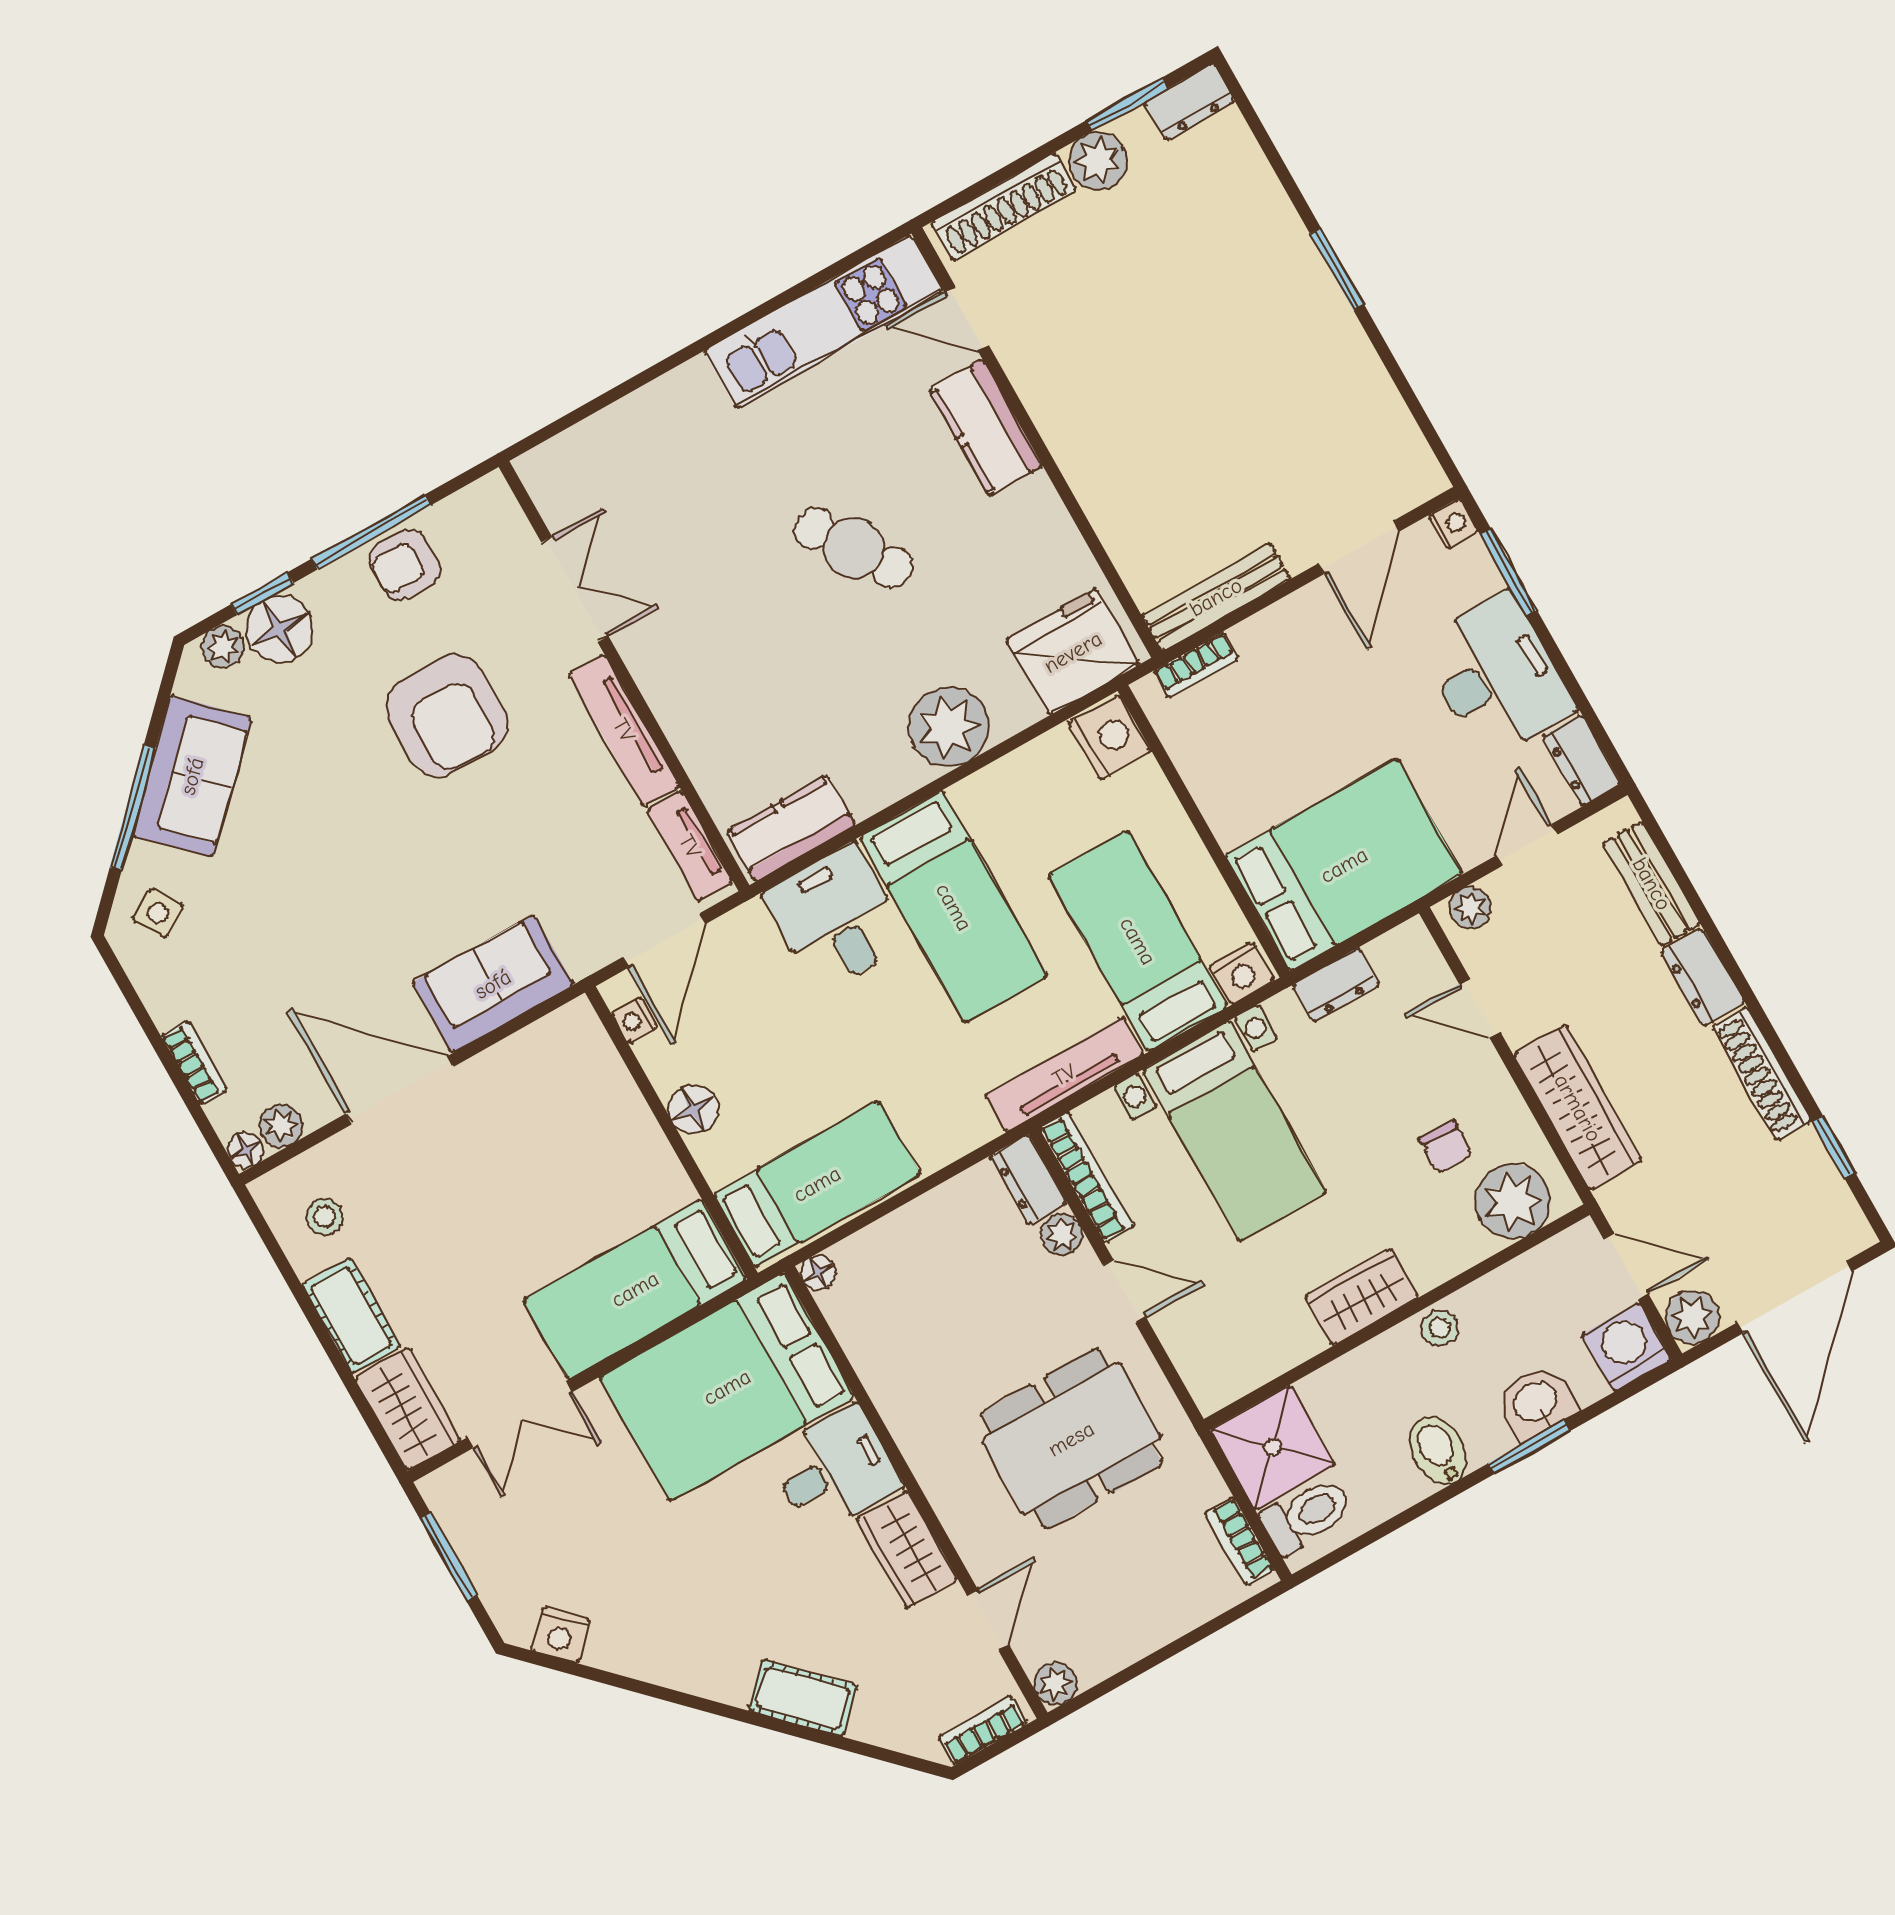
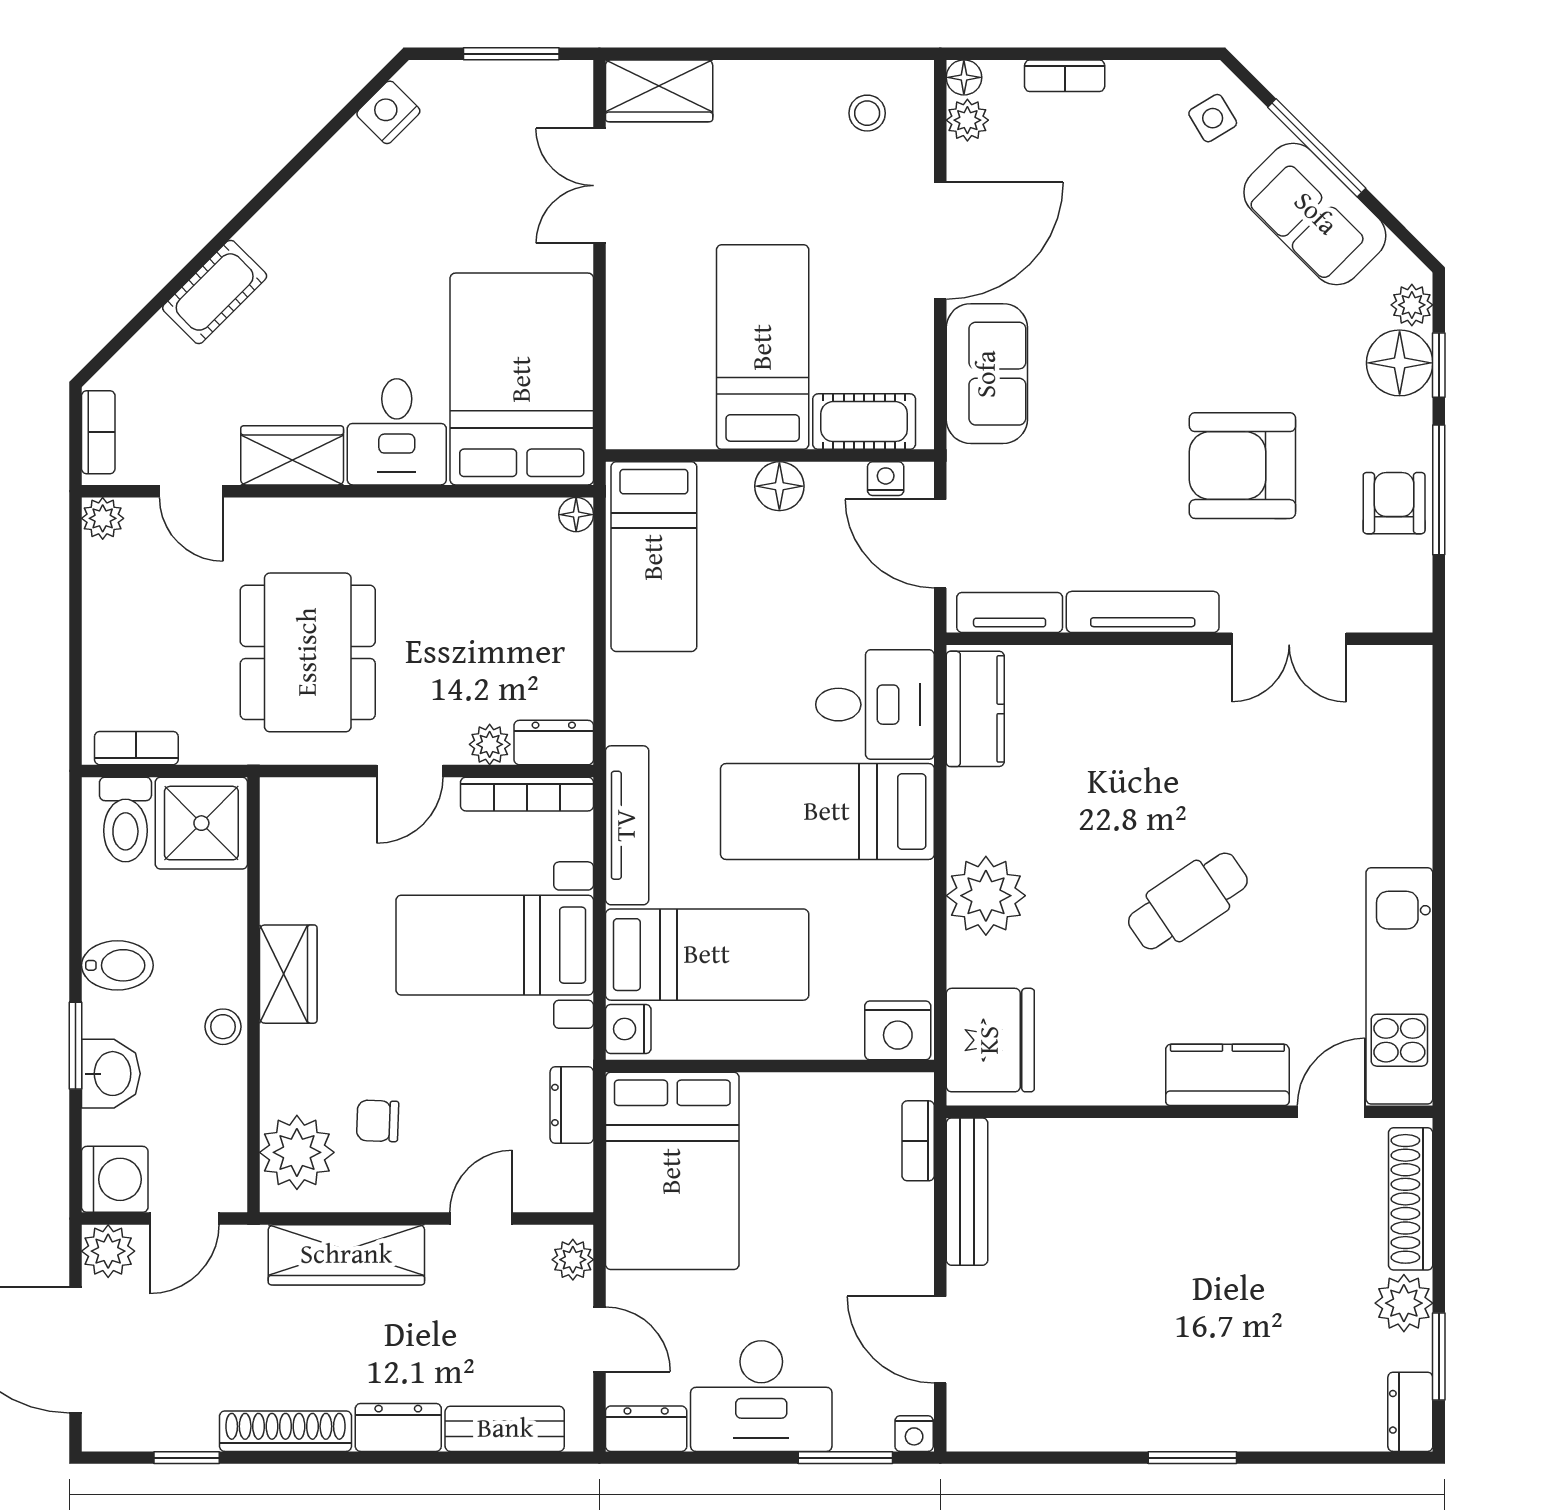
bed: (635, 1289) -> (763, 347), moved
cot: (351, 1316) -> (864, 422), moved

